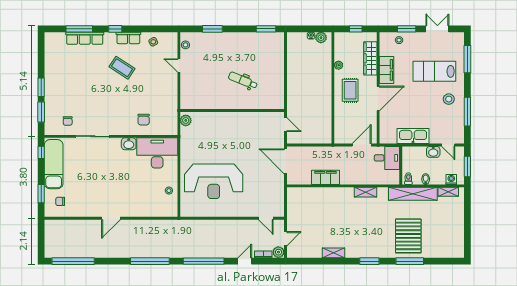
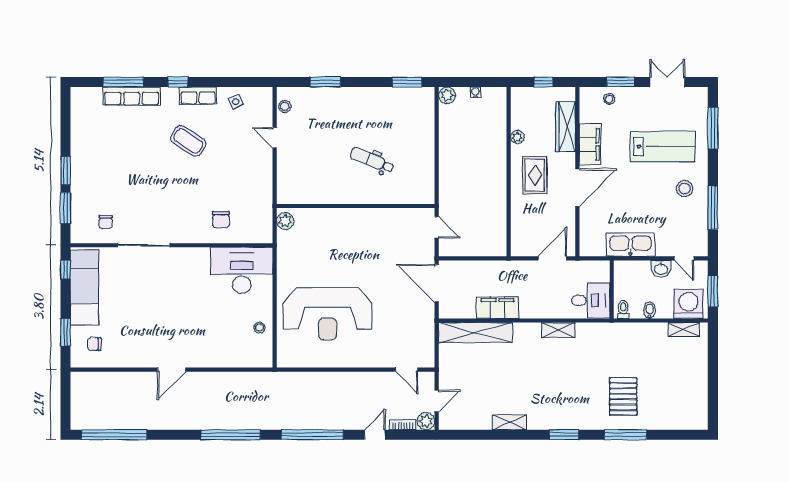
plant: (321, 38) -> (447, 95), moved
lab bench: (434, 71) -> (663, 146), turned 180
washbasin: (129, 144) -> (198, 257), removed
desk: (387, 158) -> (591, 300), moved
washing machine: (451, 180) -> (688, 304), width x1.89, depth x1.89
shelving: (413, 194) -> (475, 333), moved
pallet: (408, 236) -> (623, 397), width x0.73, depth x0.71

